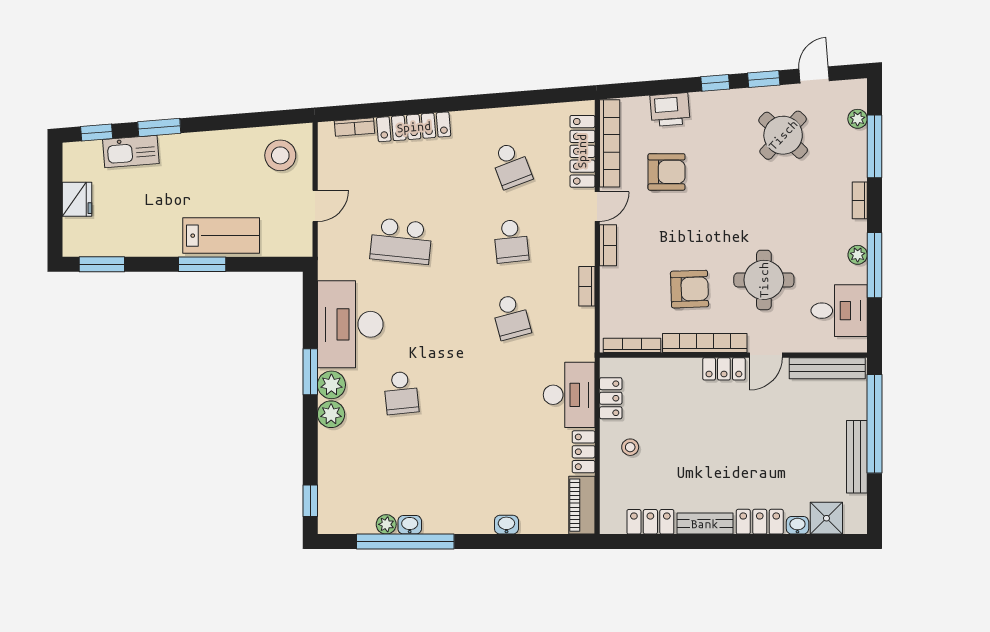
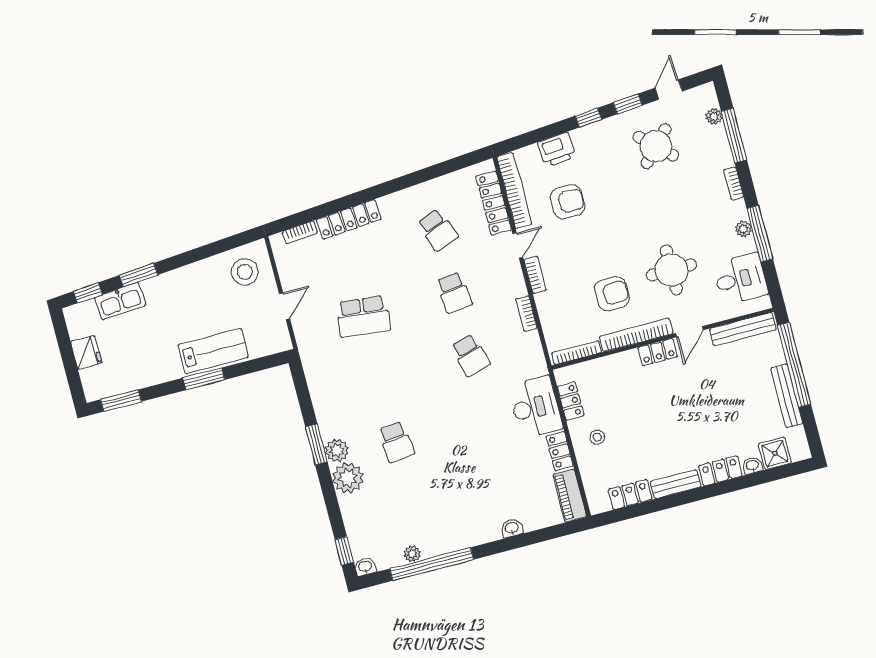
desk: (350, 324) -> (339, 396), removed
plant: (331, 414) -> (348, 478), width x1.36, depth x1.36
washbasin: (410, 525) -> (365, 567), moved

